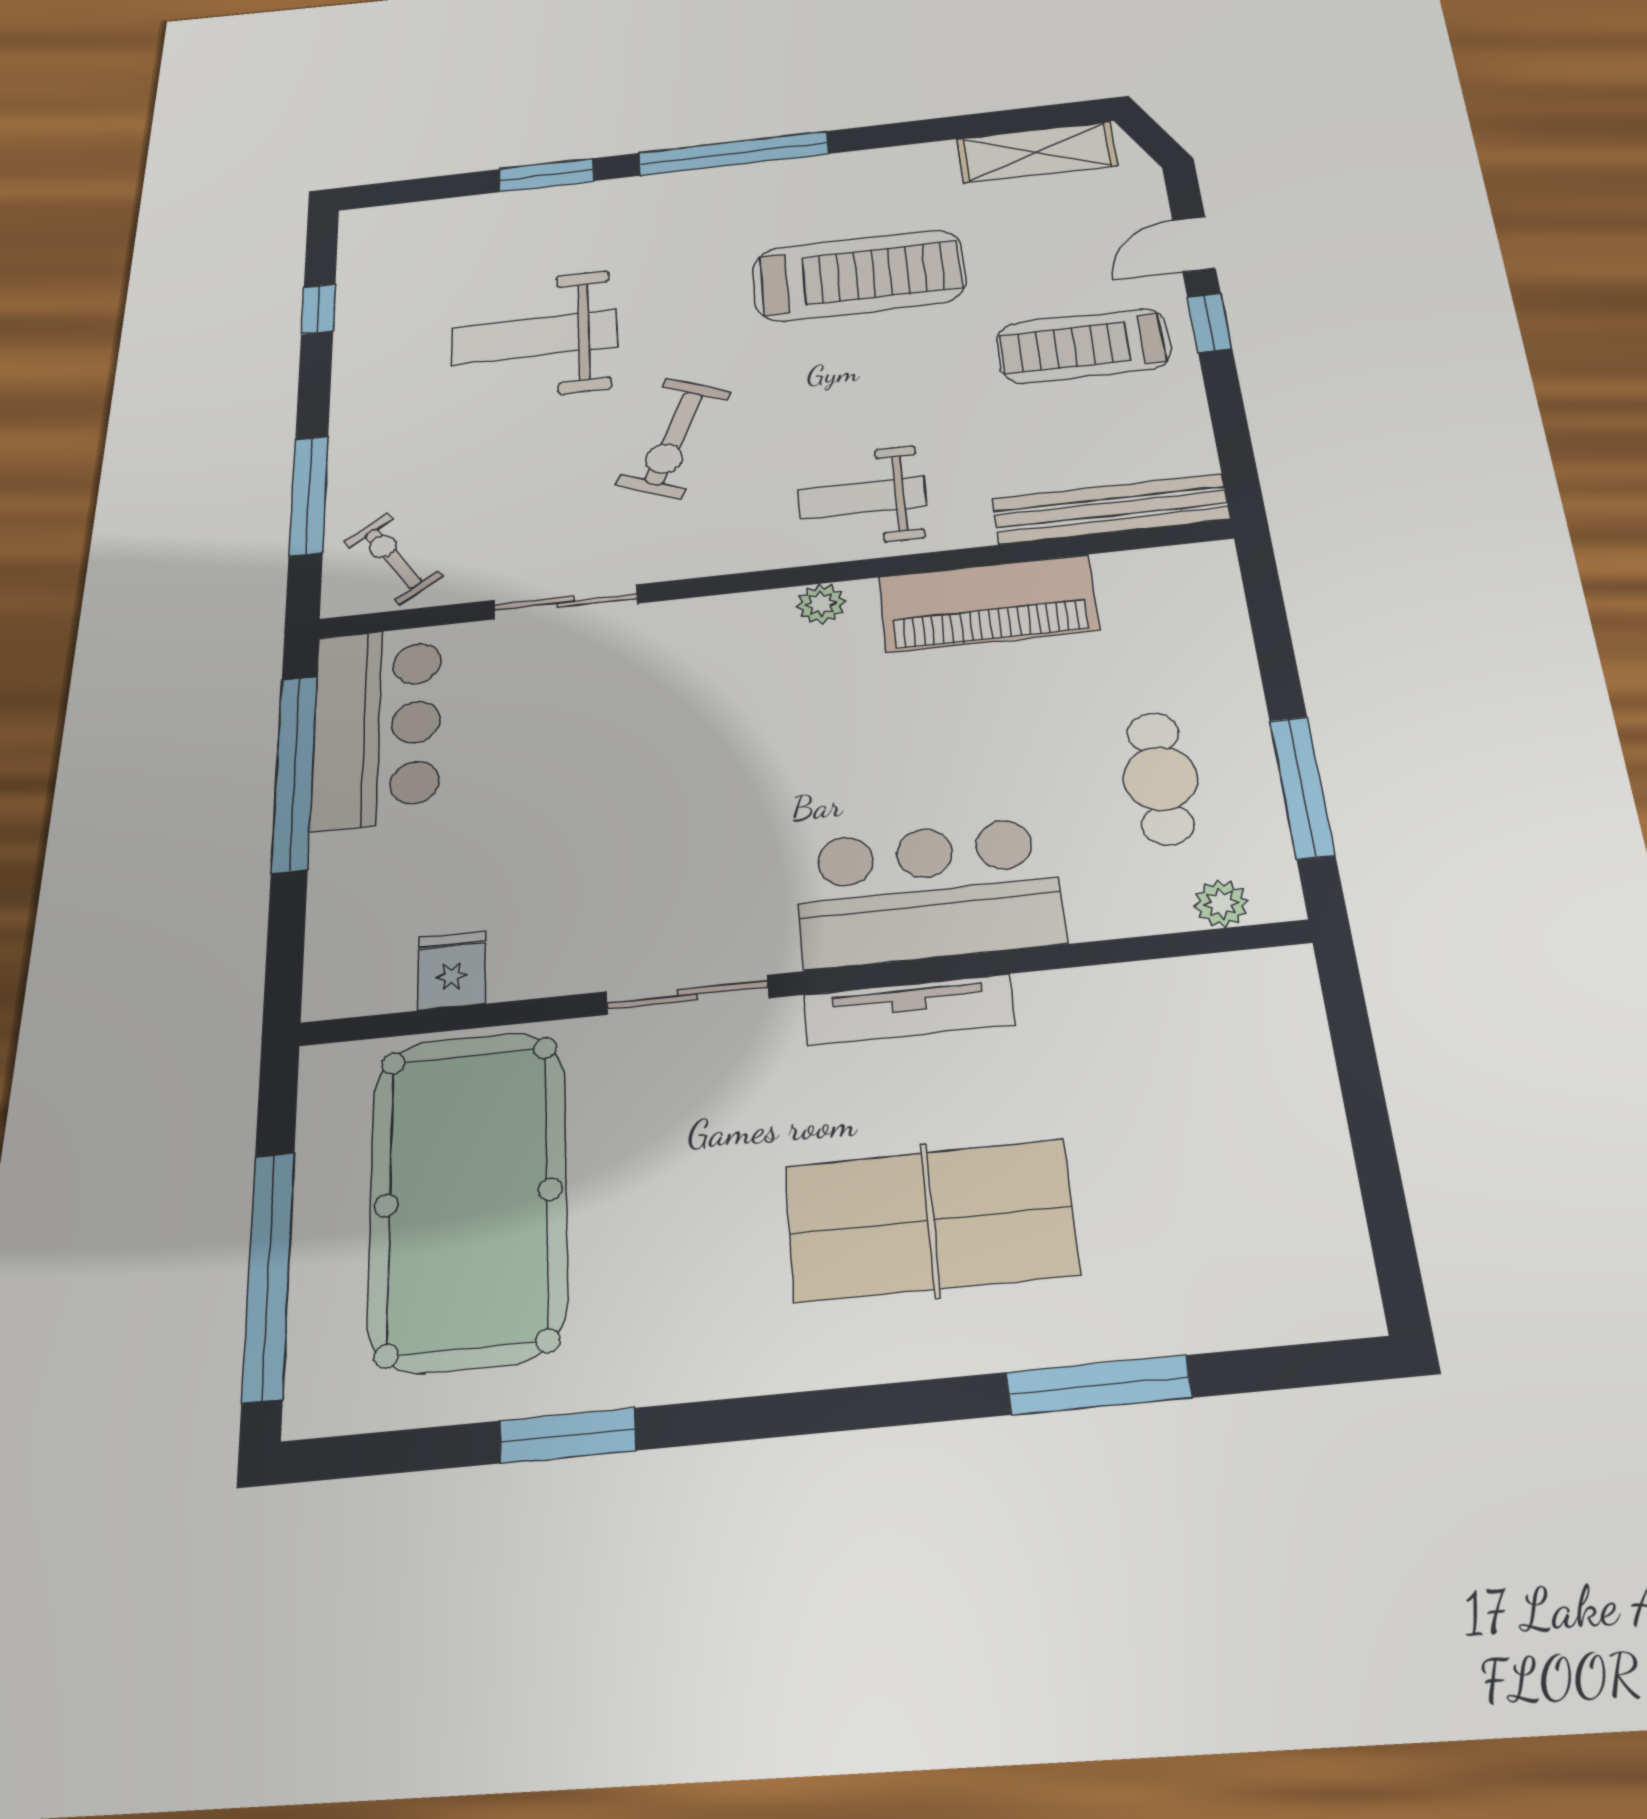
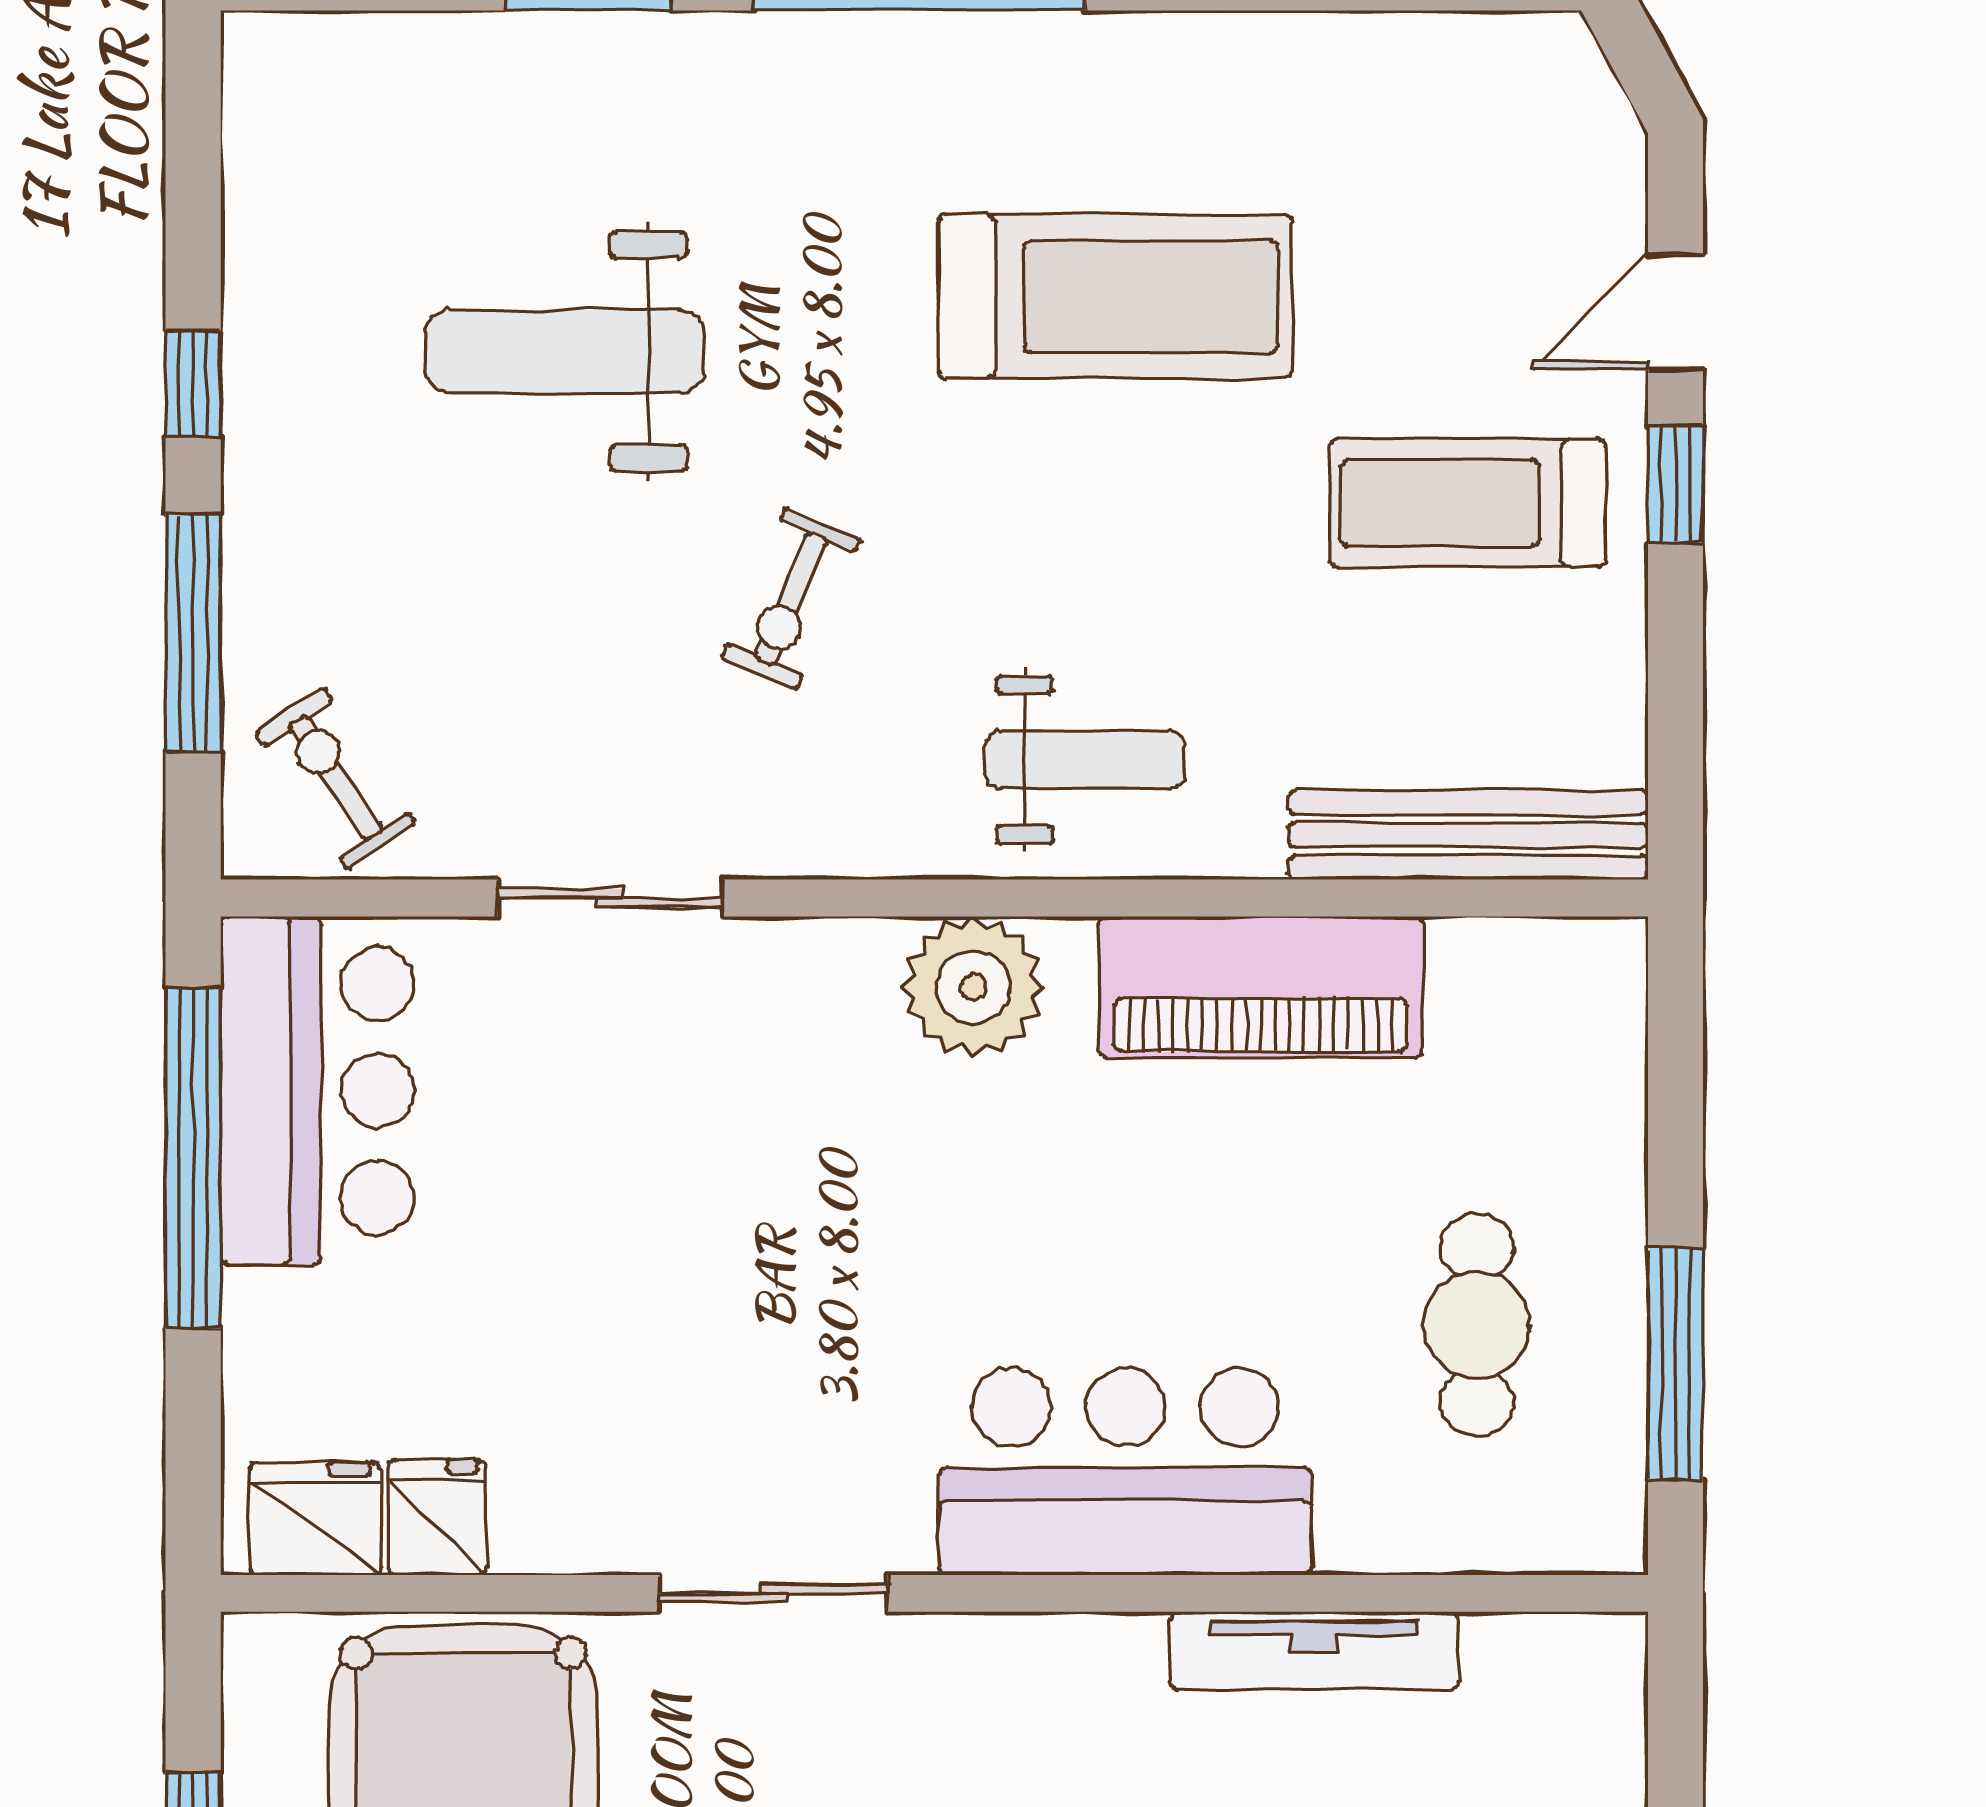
shelving: (1037, 152) -> (1442, 63), removed
window: (318, 309) -> (193, 384), moved
exercise bike: (674, 438) -> (791, 599), width x0.73, depth x0.72
weight bench: (862, 498) -> (1085, 760), turned 180
plant: (821, 604) -> (973, 987), width x1.88, depth x1.88
plant: (1221, 904) -> (1533, 1537), removed
fridge: (368, 980) -> (316, 1519), added
tv unit: (909, 1010) -> (1314, 1651), moved

